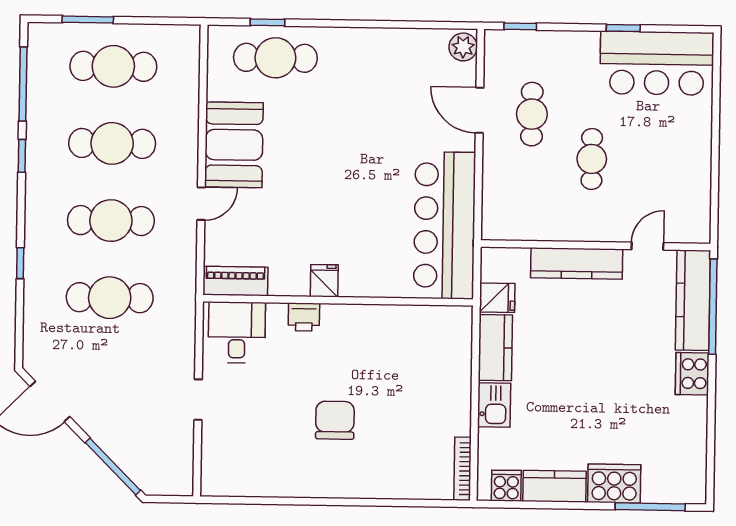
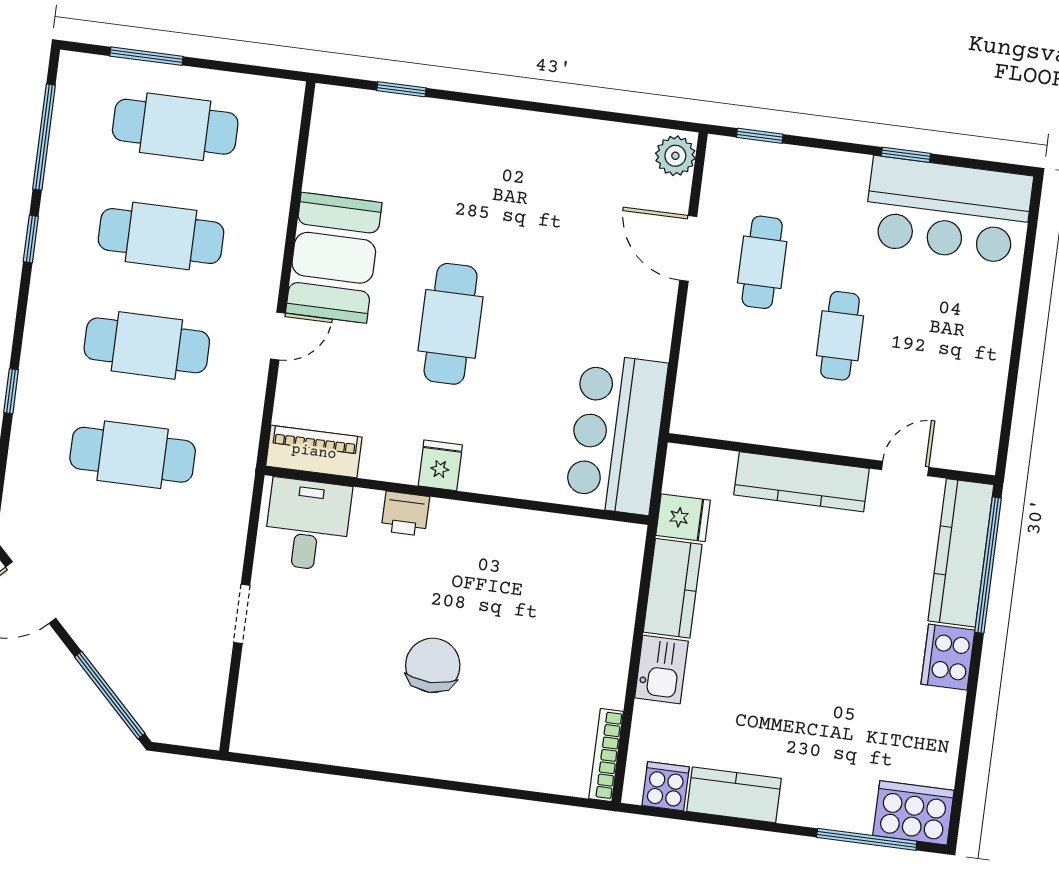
cafe table: (275, 58) -> (451, 324), moved, turned 90
bar counter: (444, 225) -> (616, 434), width x0.73
cooker: (614, 484) -> (913, 813), moved

